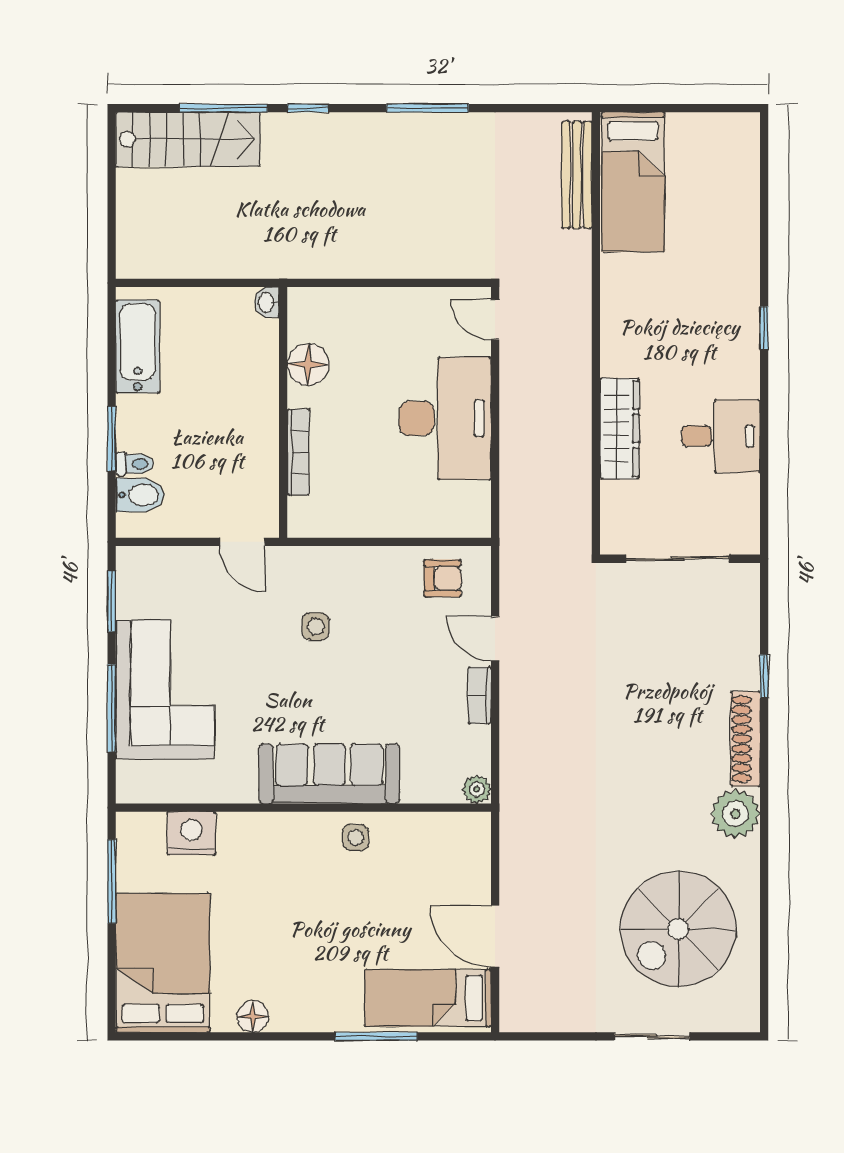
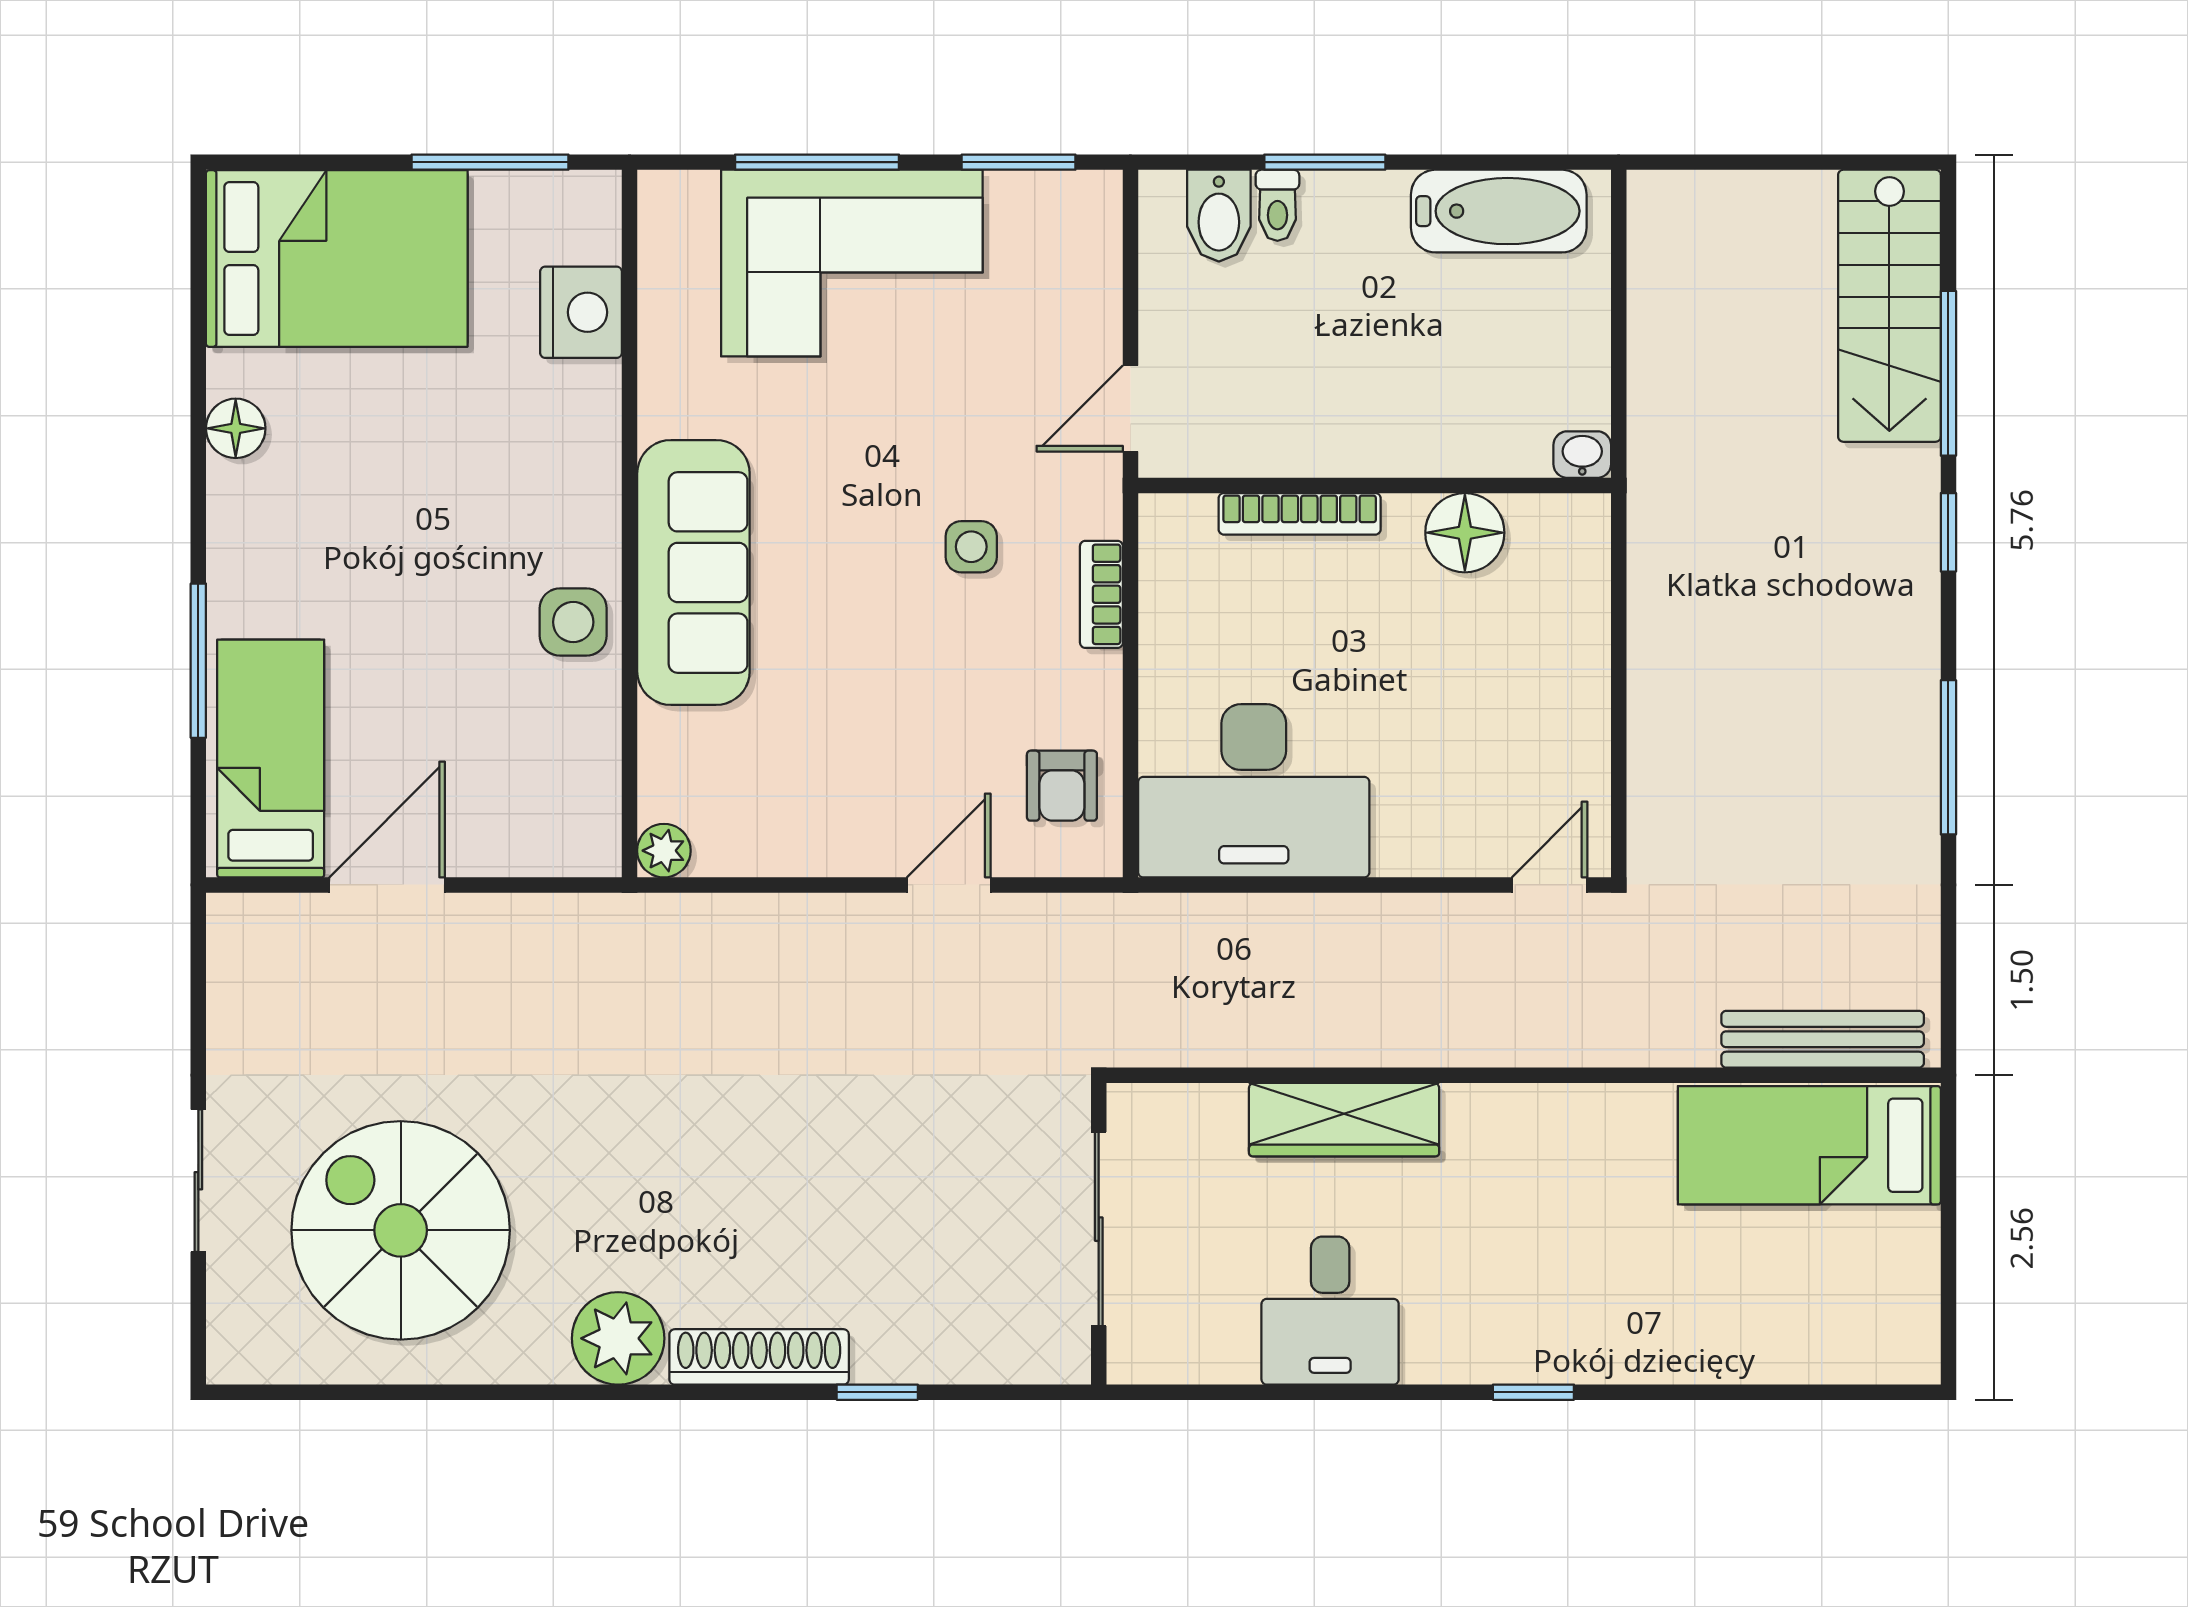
desk: (445, 418) -> (1254, 791), moved
bookcase: (480, 695) -> (1101, 594), moved, turned -90
side table: (356, 837) -> (573, 622), width x1.37, depth x1.37

